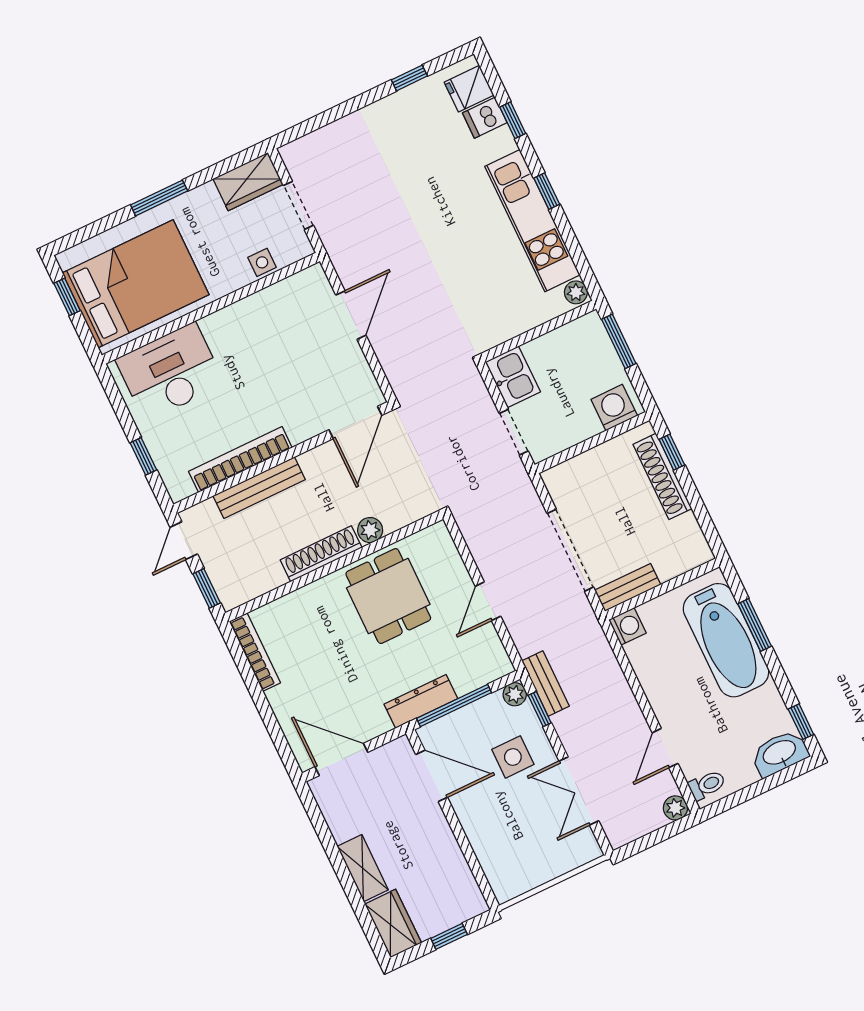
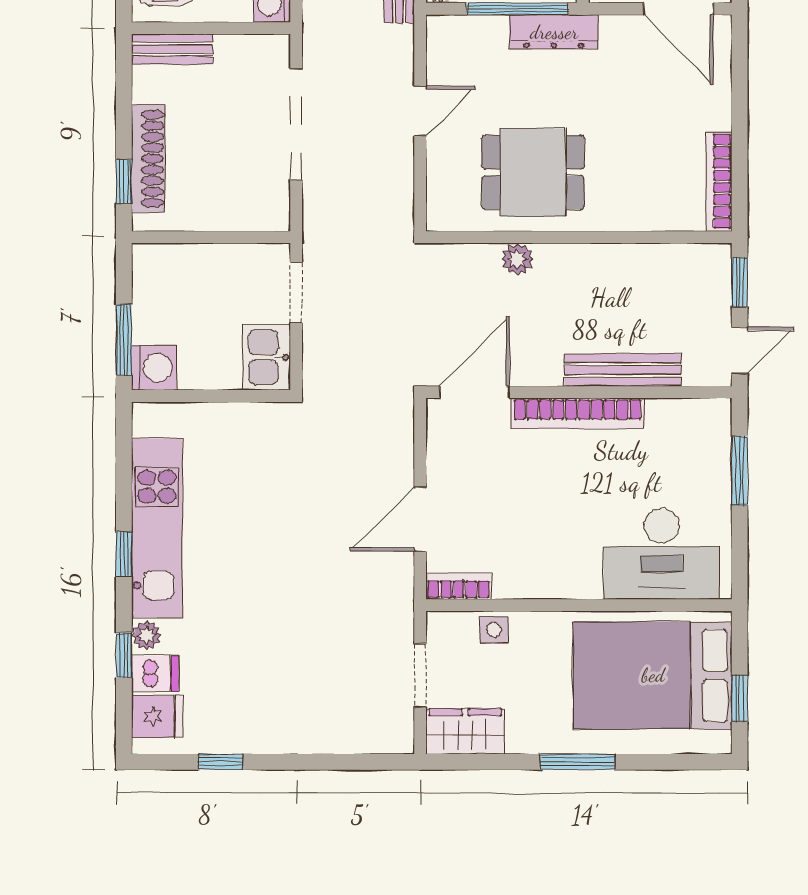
bookcase: (301, 281) -> (459, 586), added
plant: (576, 292) -> (146, 635), moved
washing machine: (614, 408) -> (154, 368), moved, turned -90
window: (143, 456) -> (740, 471), width x1.50
bookcase: (240, 460) -> (578, 413), moved
shoe rack: (321, 554) -> (588, 259), removed
bench: (628, 587) -> (173, 49), moved
dining table: (388, 596) -> (533, 172), turned 90

